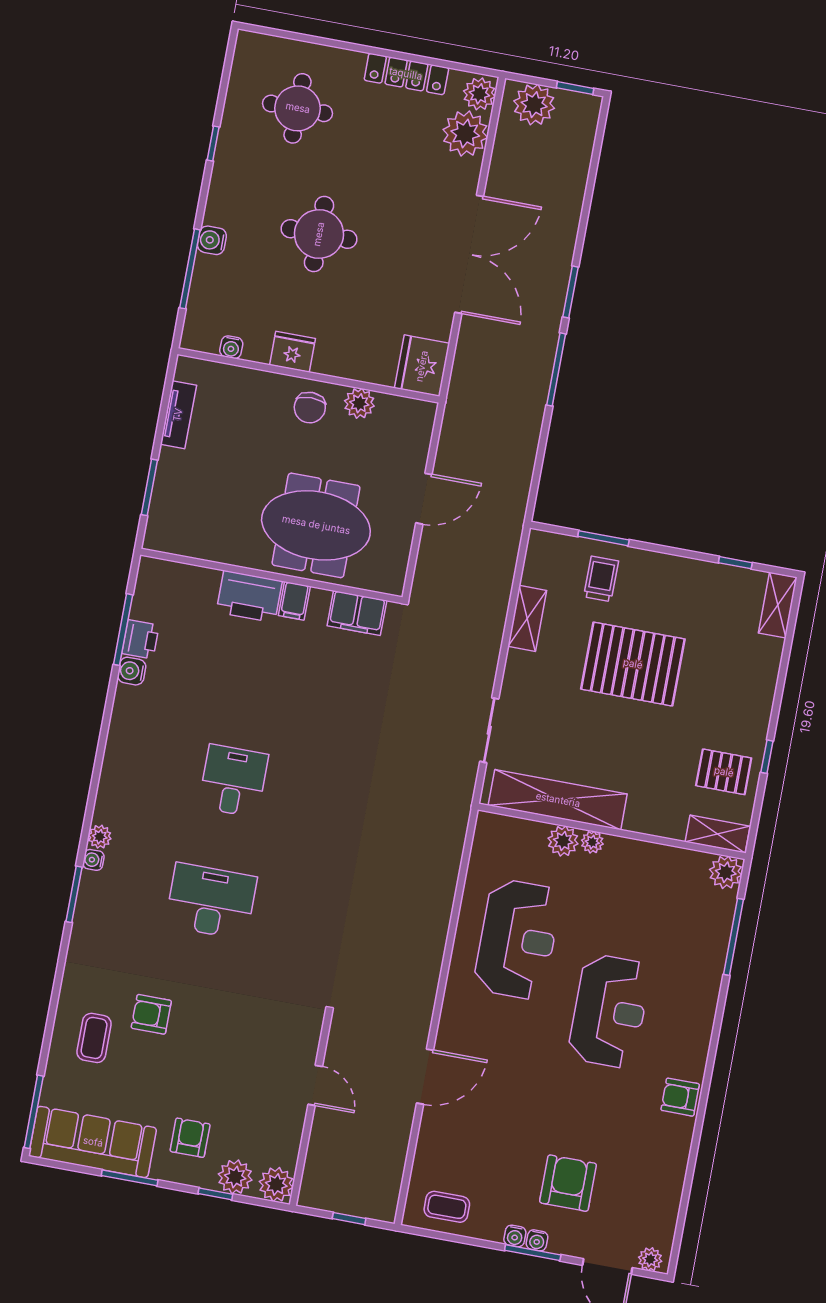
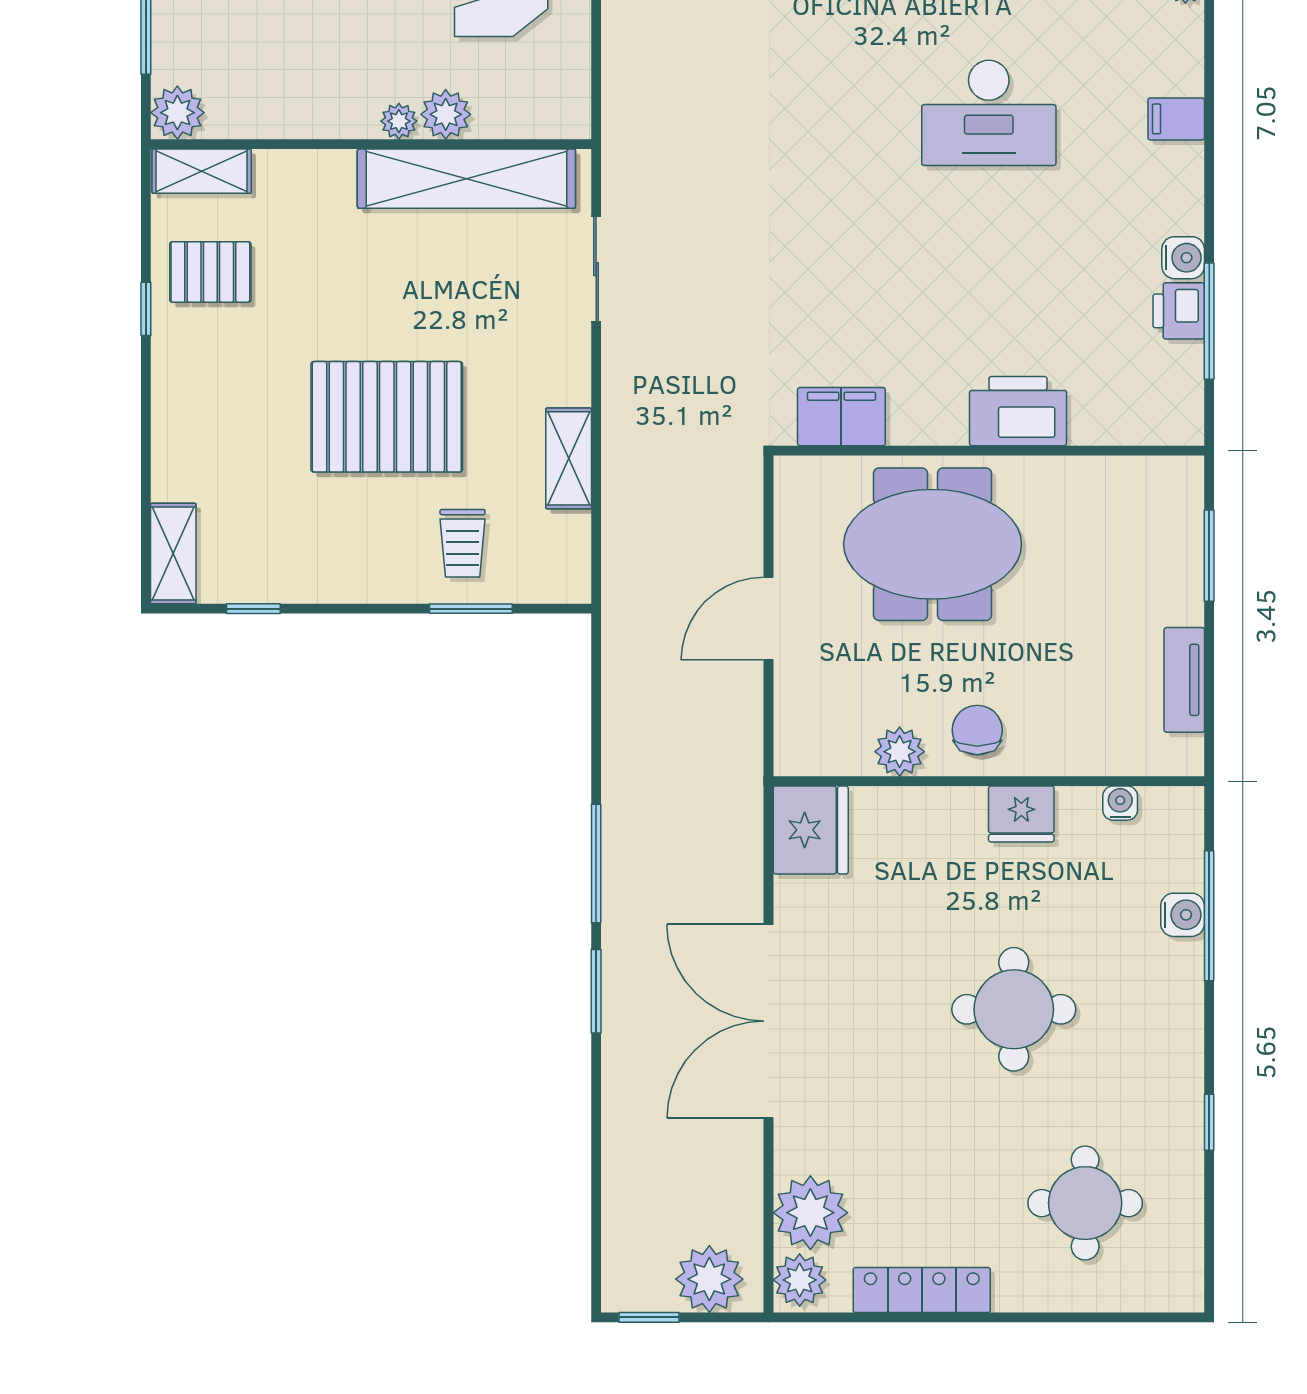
water cooler: (212, 240) -> (1183, 915), moved
filing cabinet: (294, 601) -> (1176, 119), moved, turned -90
desk: (233, 781) -> (989, 113), width x1.37

